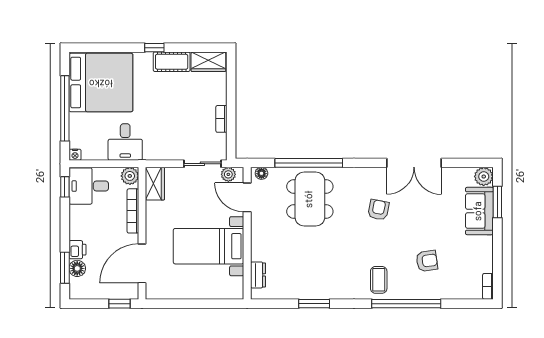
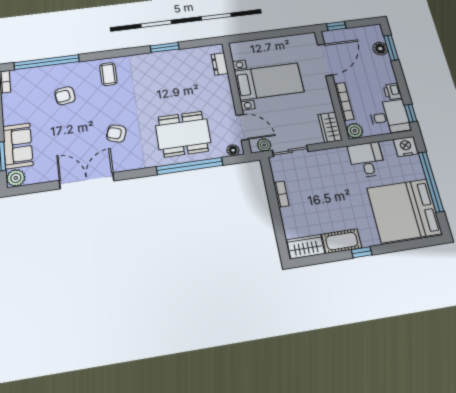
nightstand: (75, 155) -> (406, 147), width x1.89, depth x1.79
dining table: (310, 199) -> (183, 134), turned 90
armchair: (378, 210) -> (116, 134), turned 97
printer: (77, 250) -> (393, 91), moved
window: (406, 304) -> (47, 62), moved

